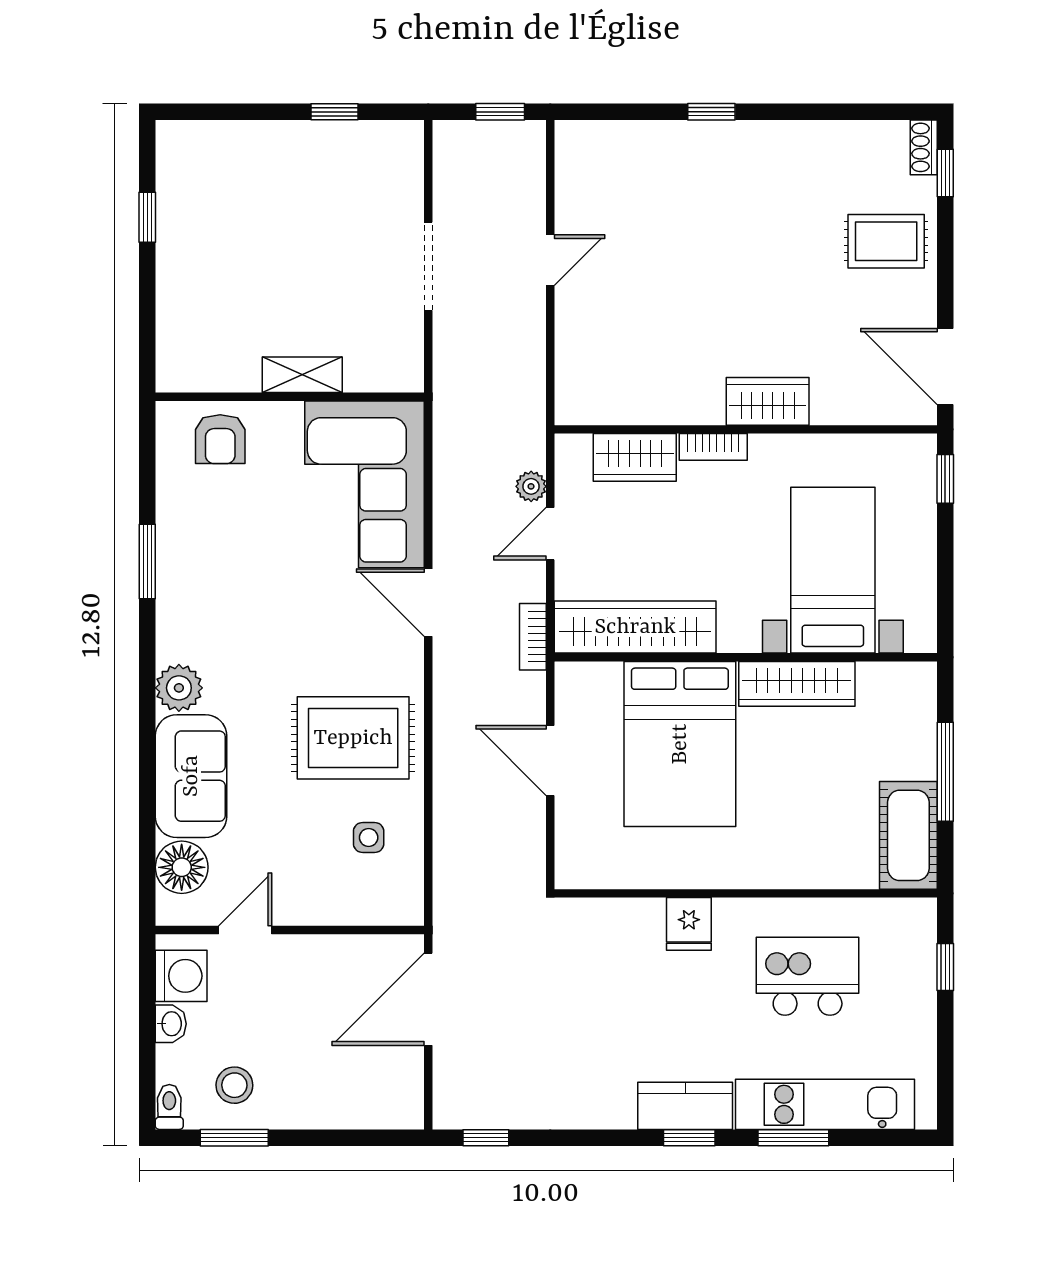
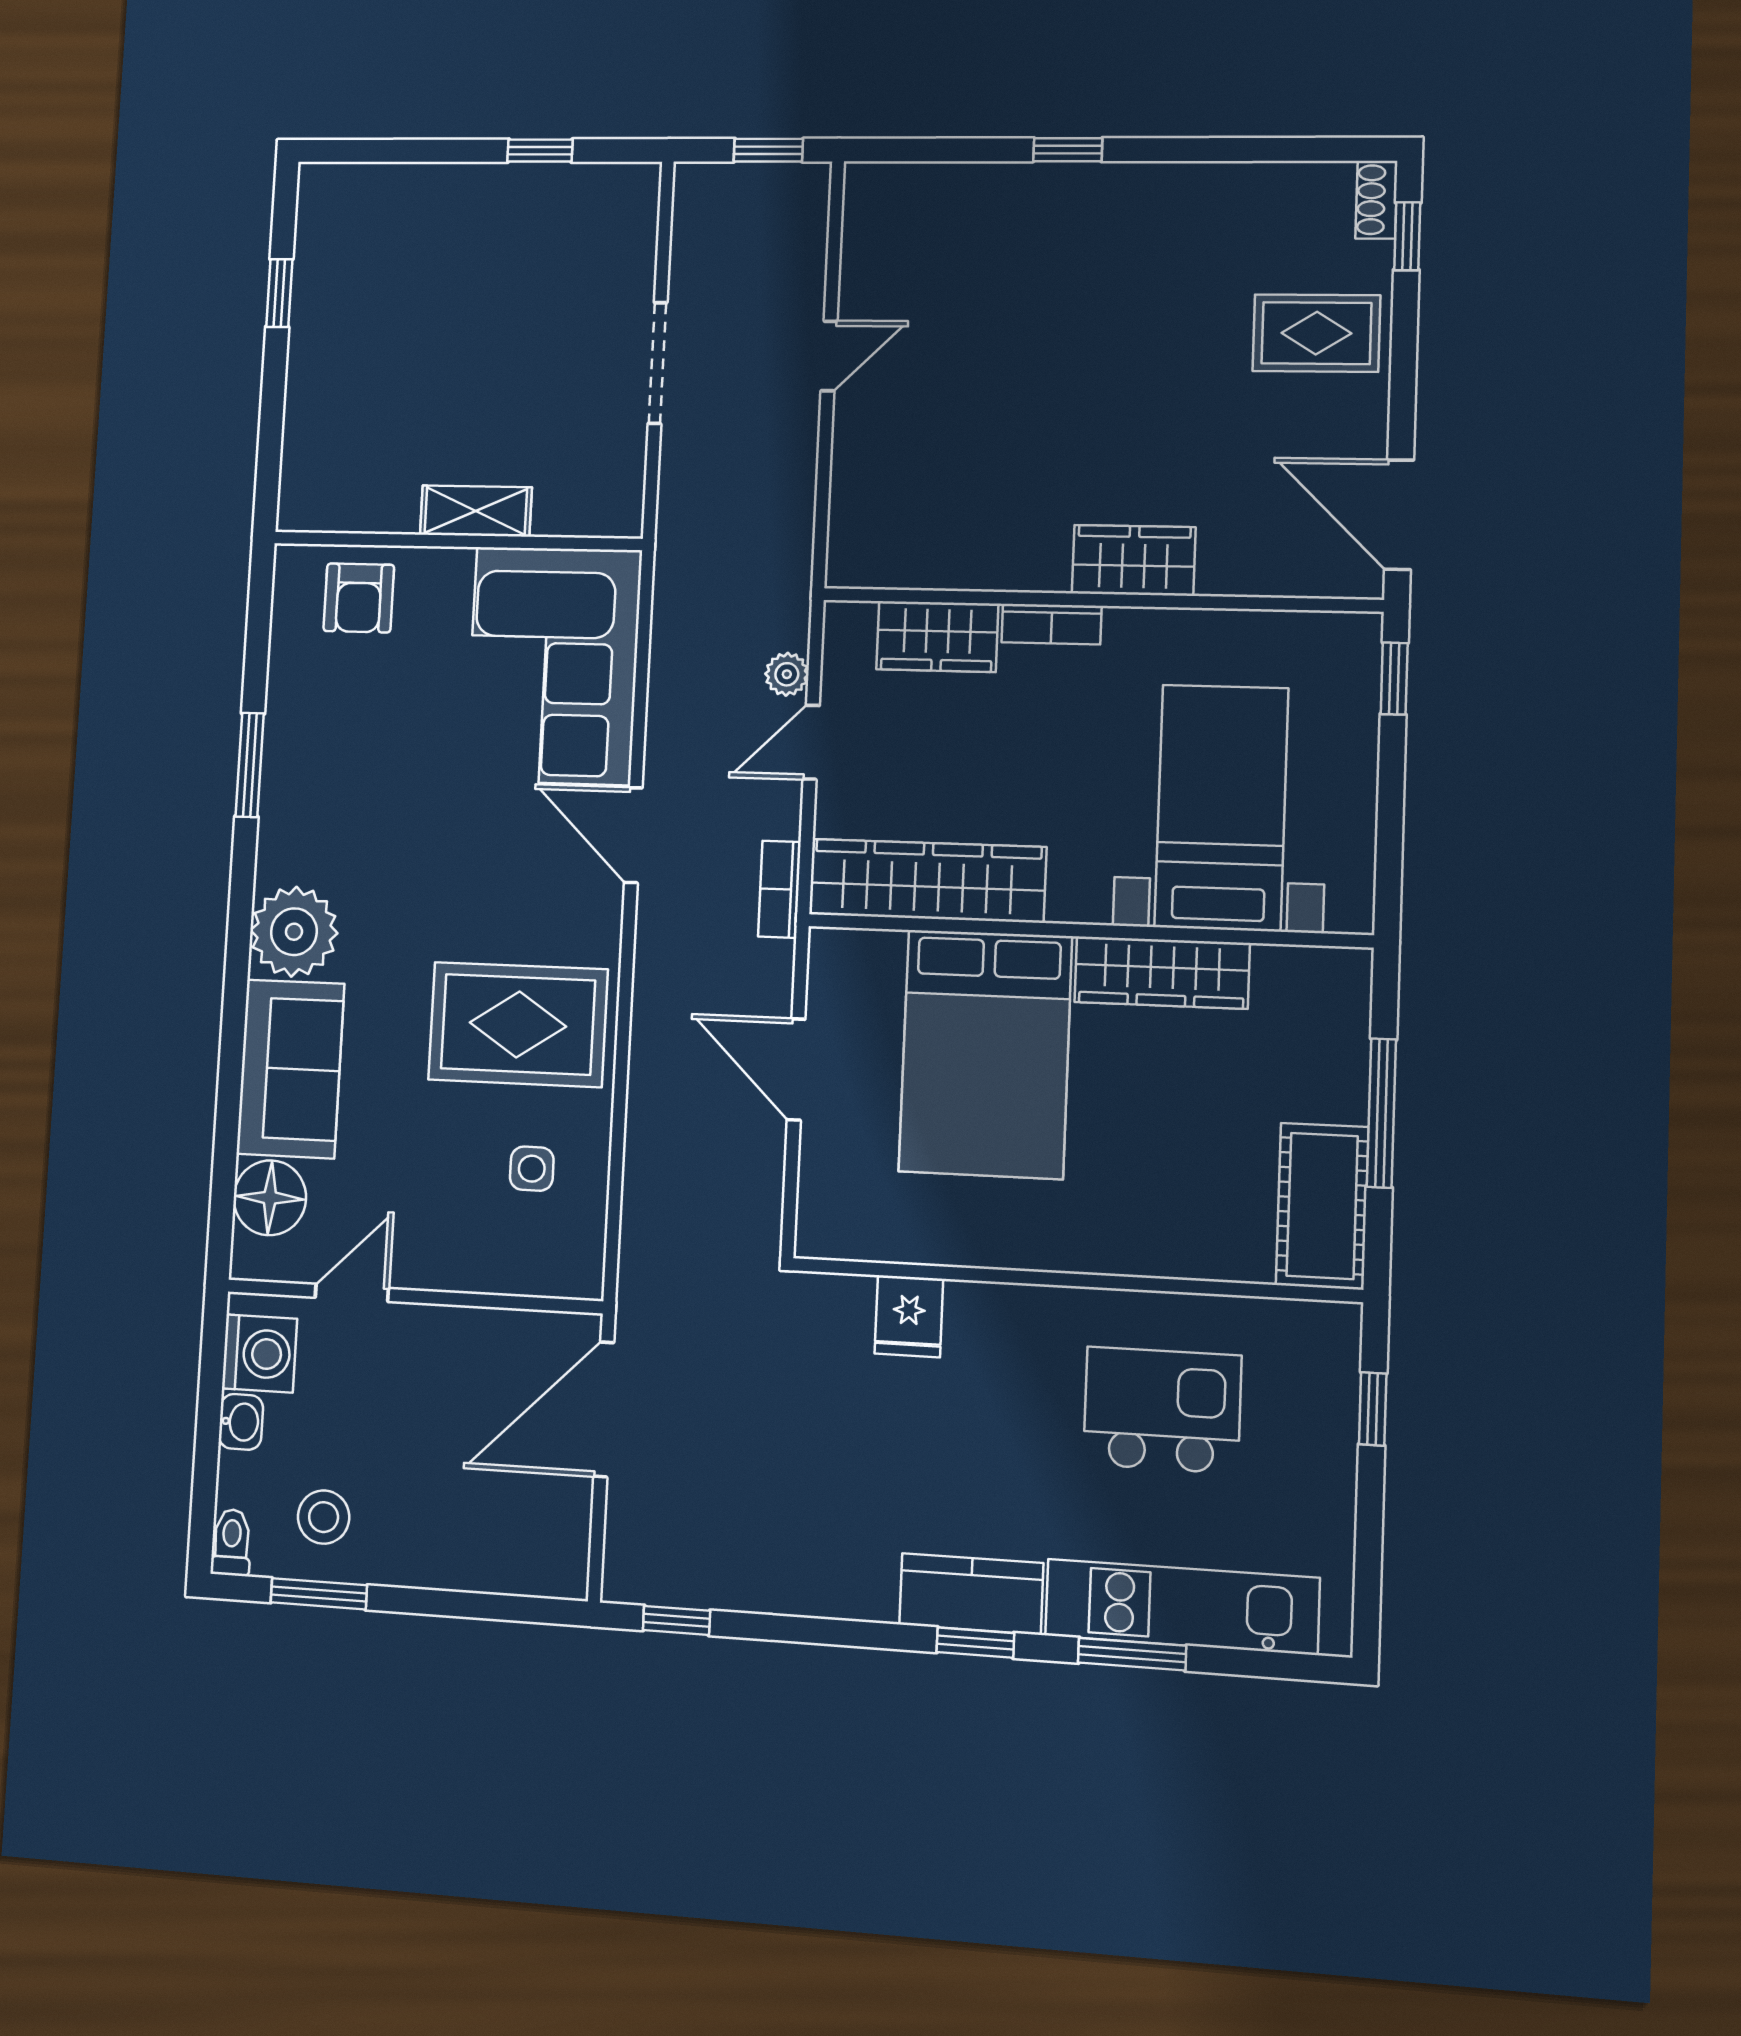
plant: (179, 688) -> (294, 932), width x1.36, depth x1.36
fridge: (689, 924) -> (909, 1316), moved

